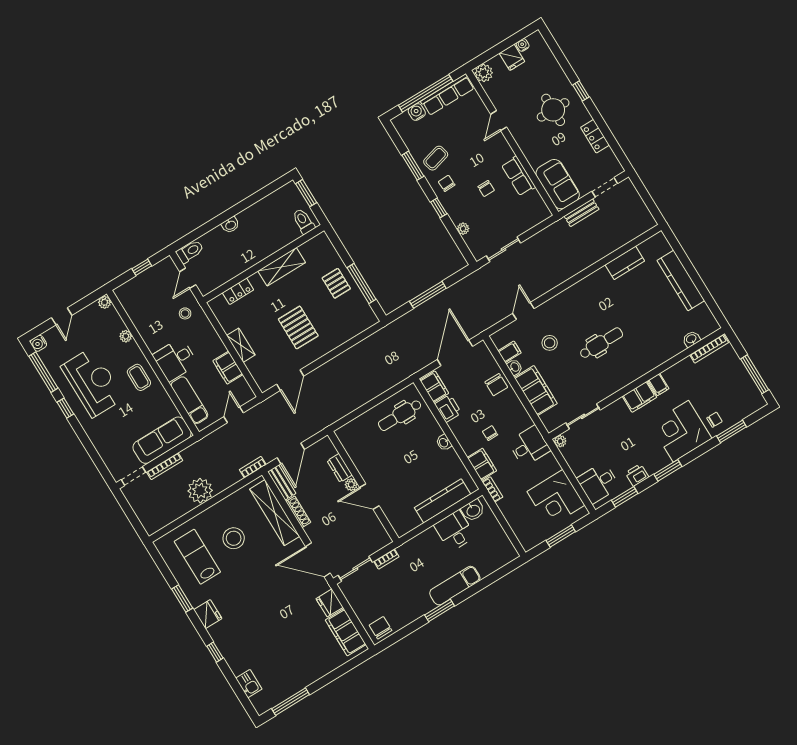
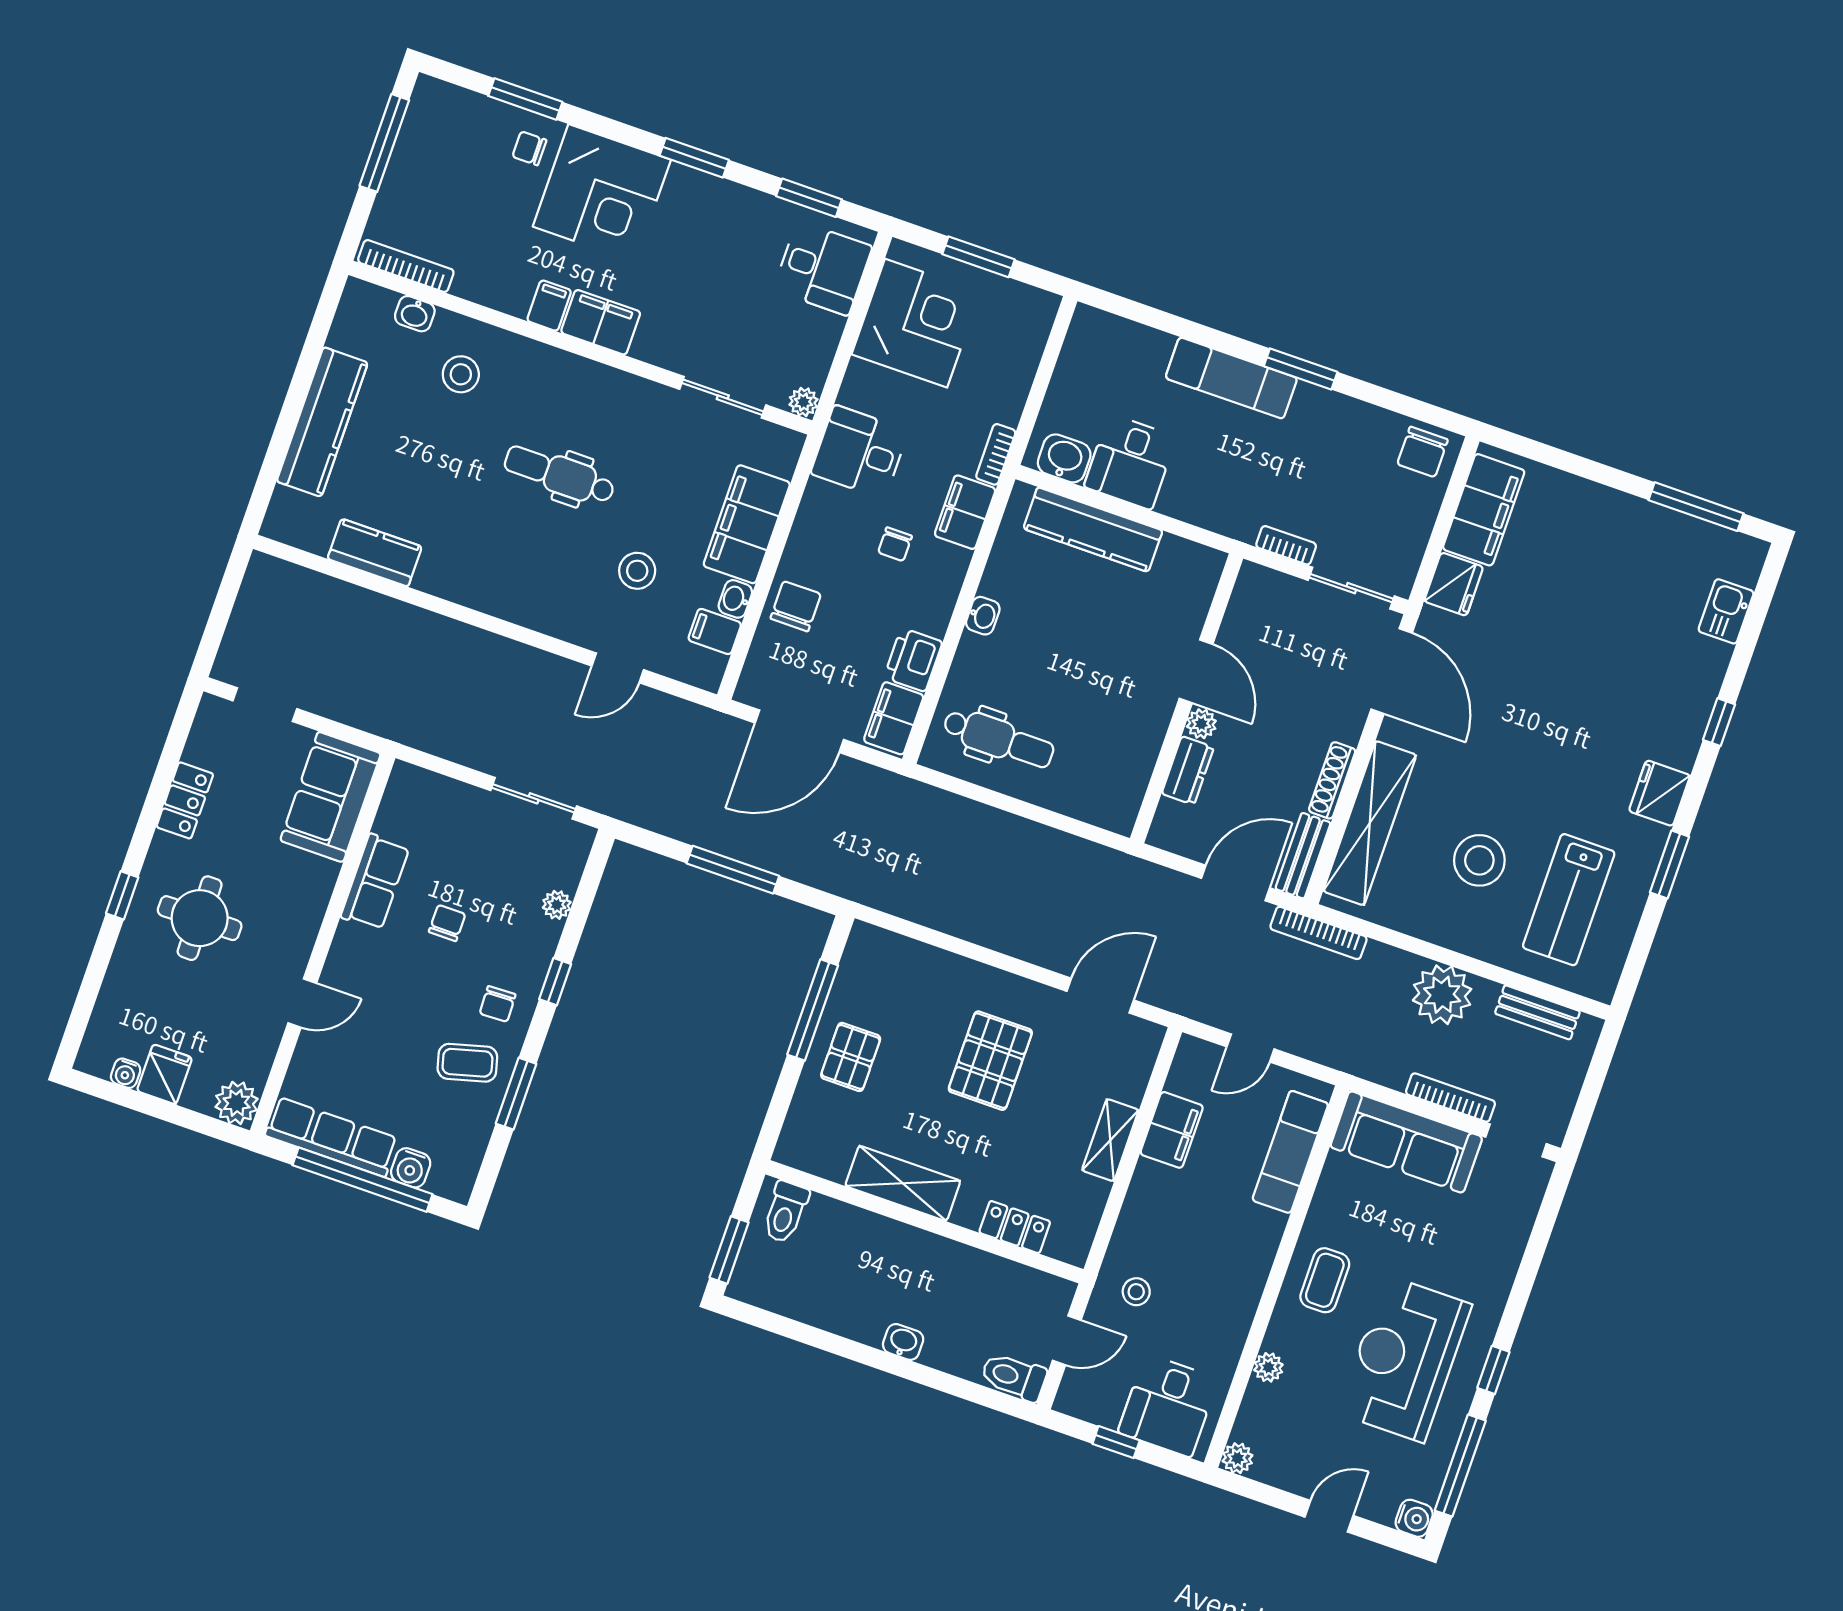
bench: (582, 213) -> (1537, 1012), moved
stool: (660, 338) -> (461, 374), added
desk: (175, 360) -> (1168, 1405), moved, turned 90
bookcase: (253, 467) -> (1318, 933), width x1.56
printer: (637, 475) -> (750, 208), removed

